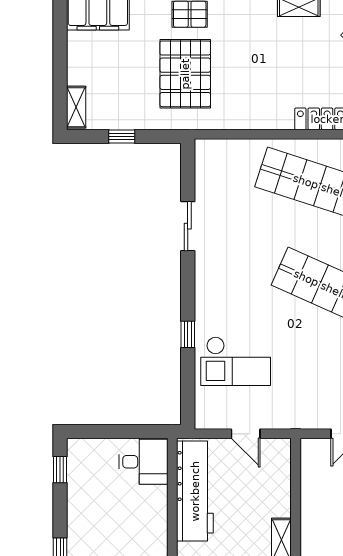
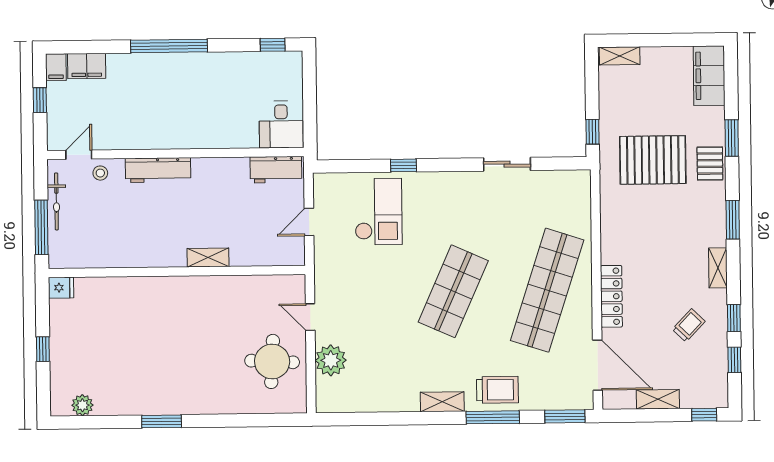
window: (122, 136) -> (592, 132), moved
checkout: (236, 361) -> (378, 212), turned 180
workbench: (195, 491) -> (276, 170), width x0.53, depth x0.76

